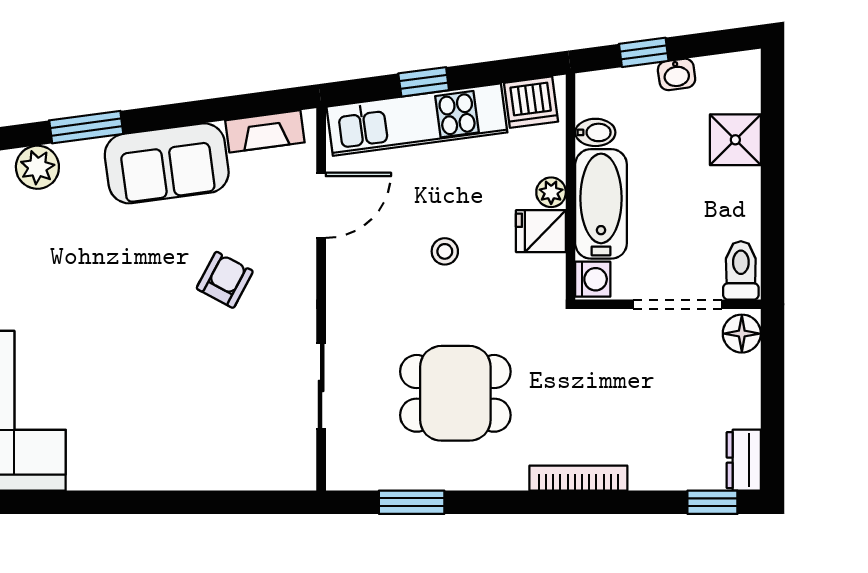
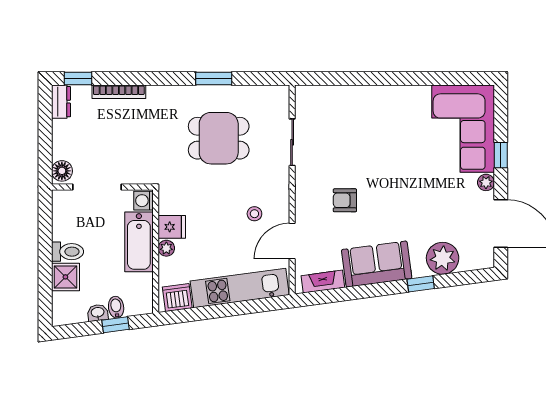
window: (424, 82) -> (236, 309), removed
window: (86, 127) -> (421, 284), width x0.67
bidet: (595, 132) -> (116, 307), moved, turned 82
plant: (37, 167) -> (443, 258), width x1.36, depth x1.36
stool: (445, 251) -> (254, 214), moved
toilet: (741, 270) -> (67, 252), moved, turned -90
armchair: (225, 280) -> (345, 200), turned 62
bookcase: (578, 478) -> (119, 92), moved
window: (412, 502) -> (214, 79), moved

